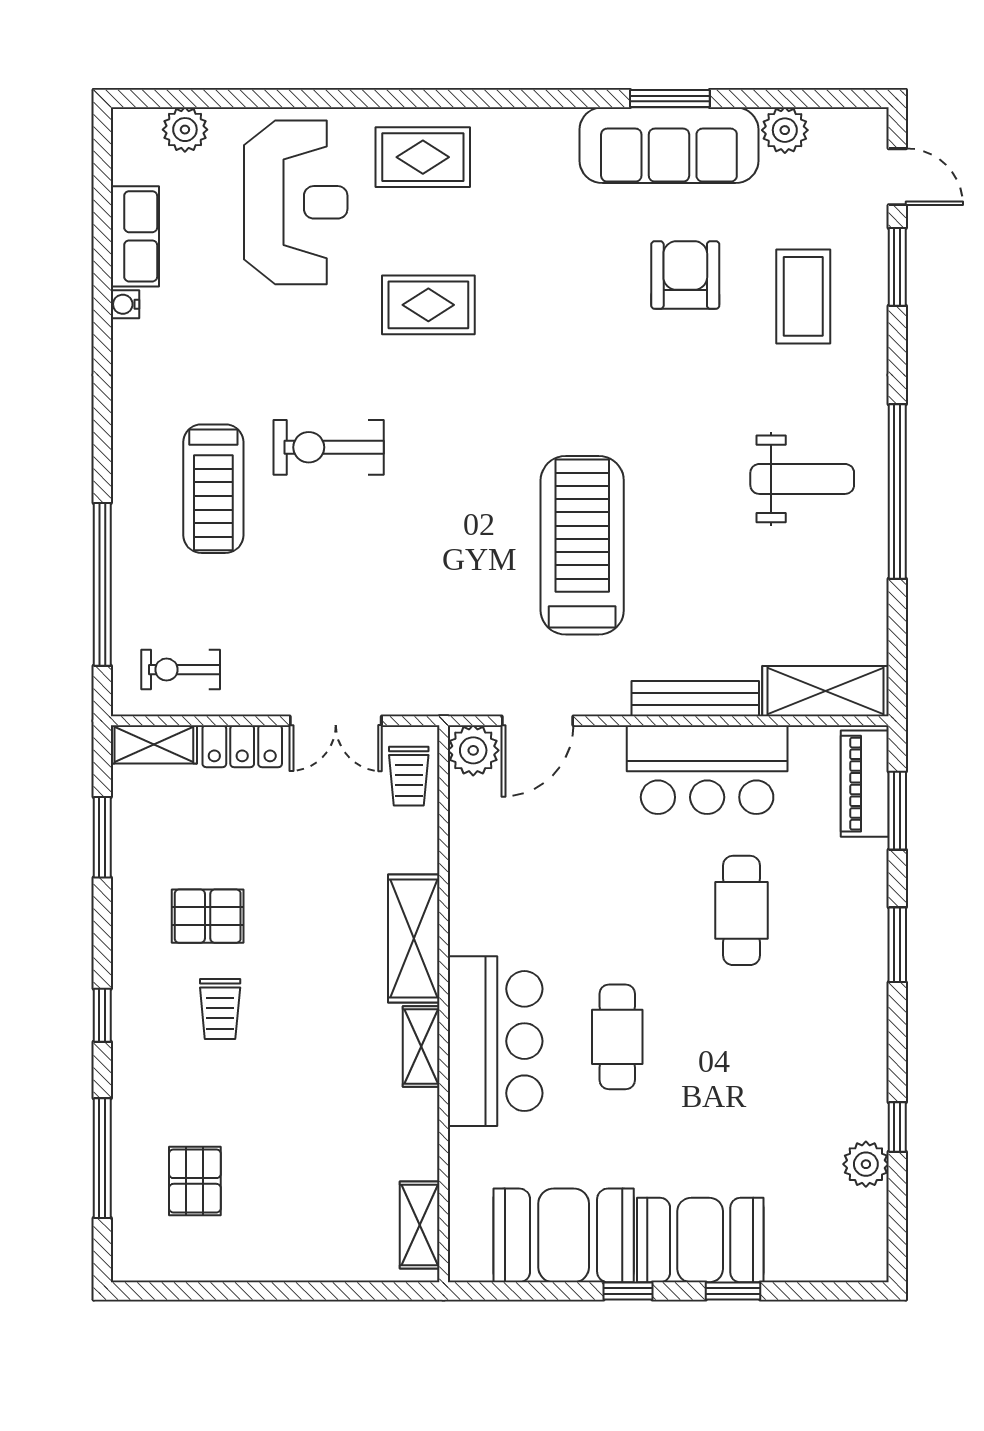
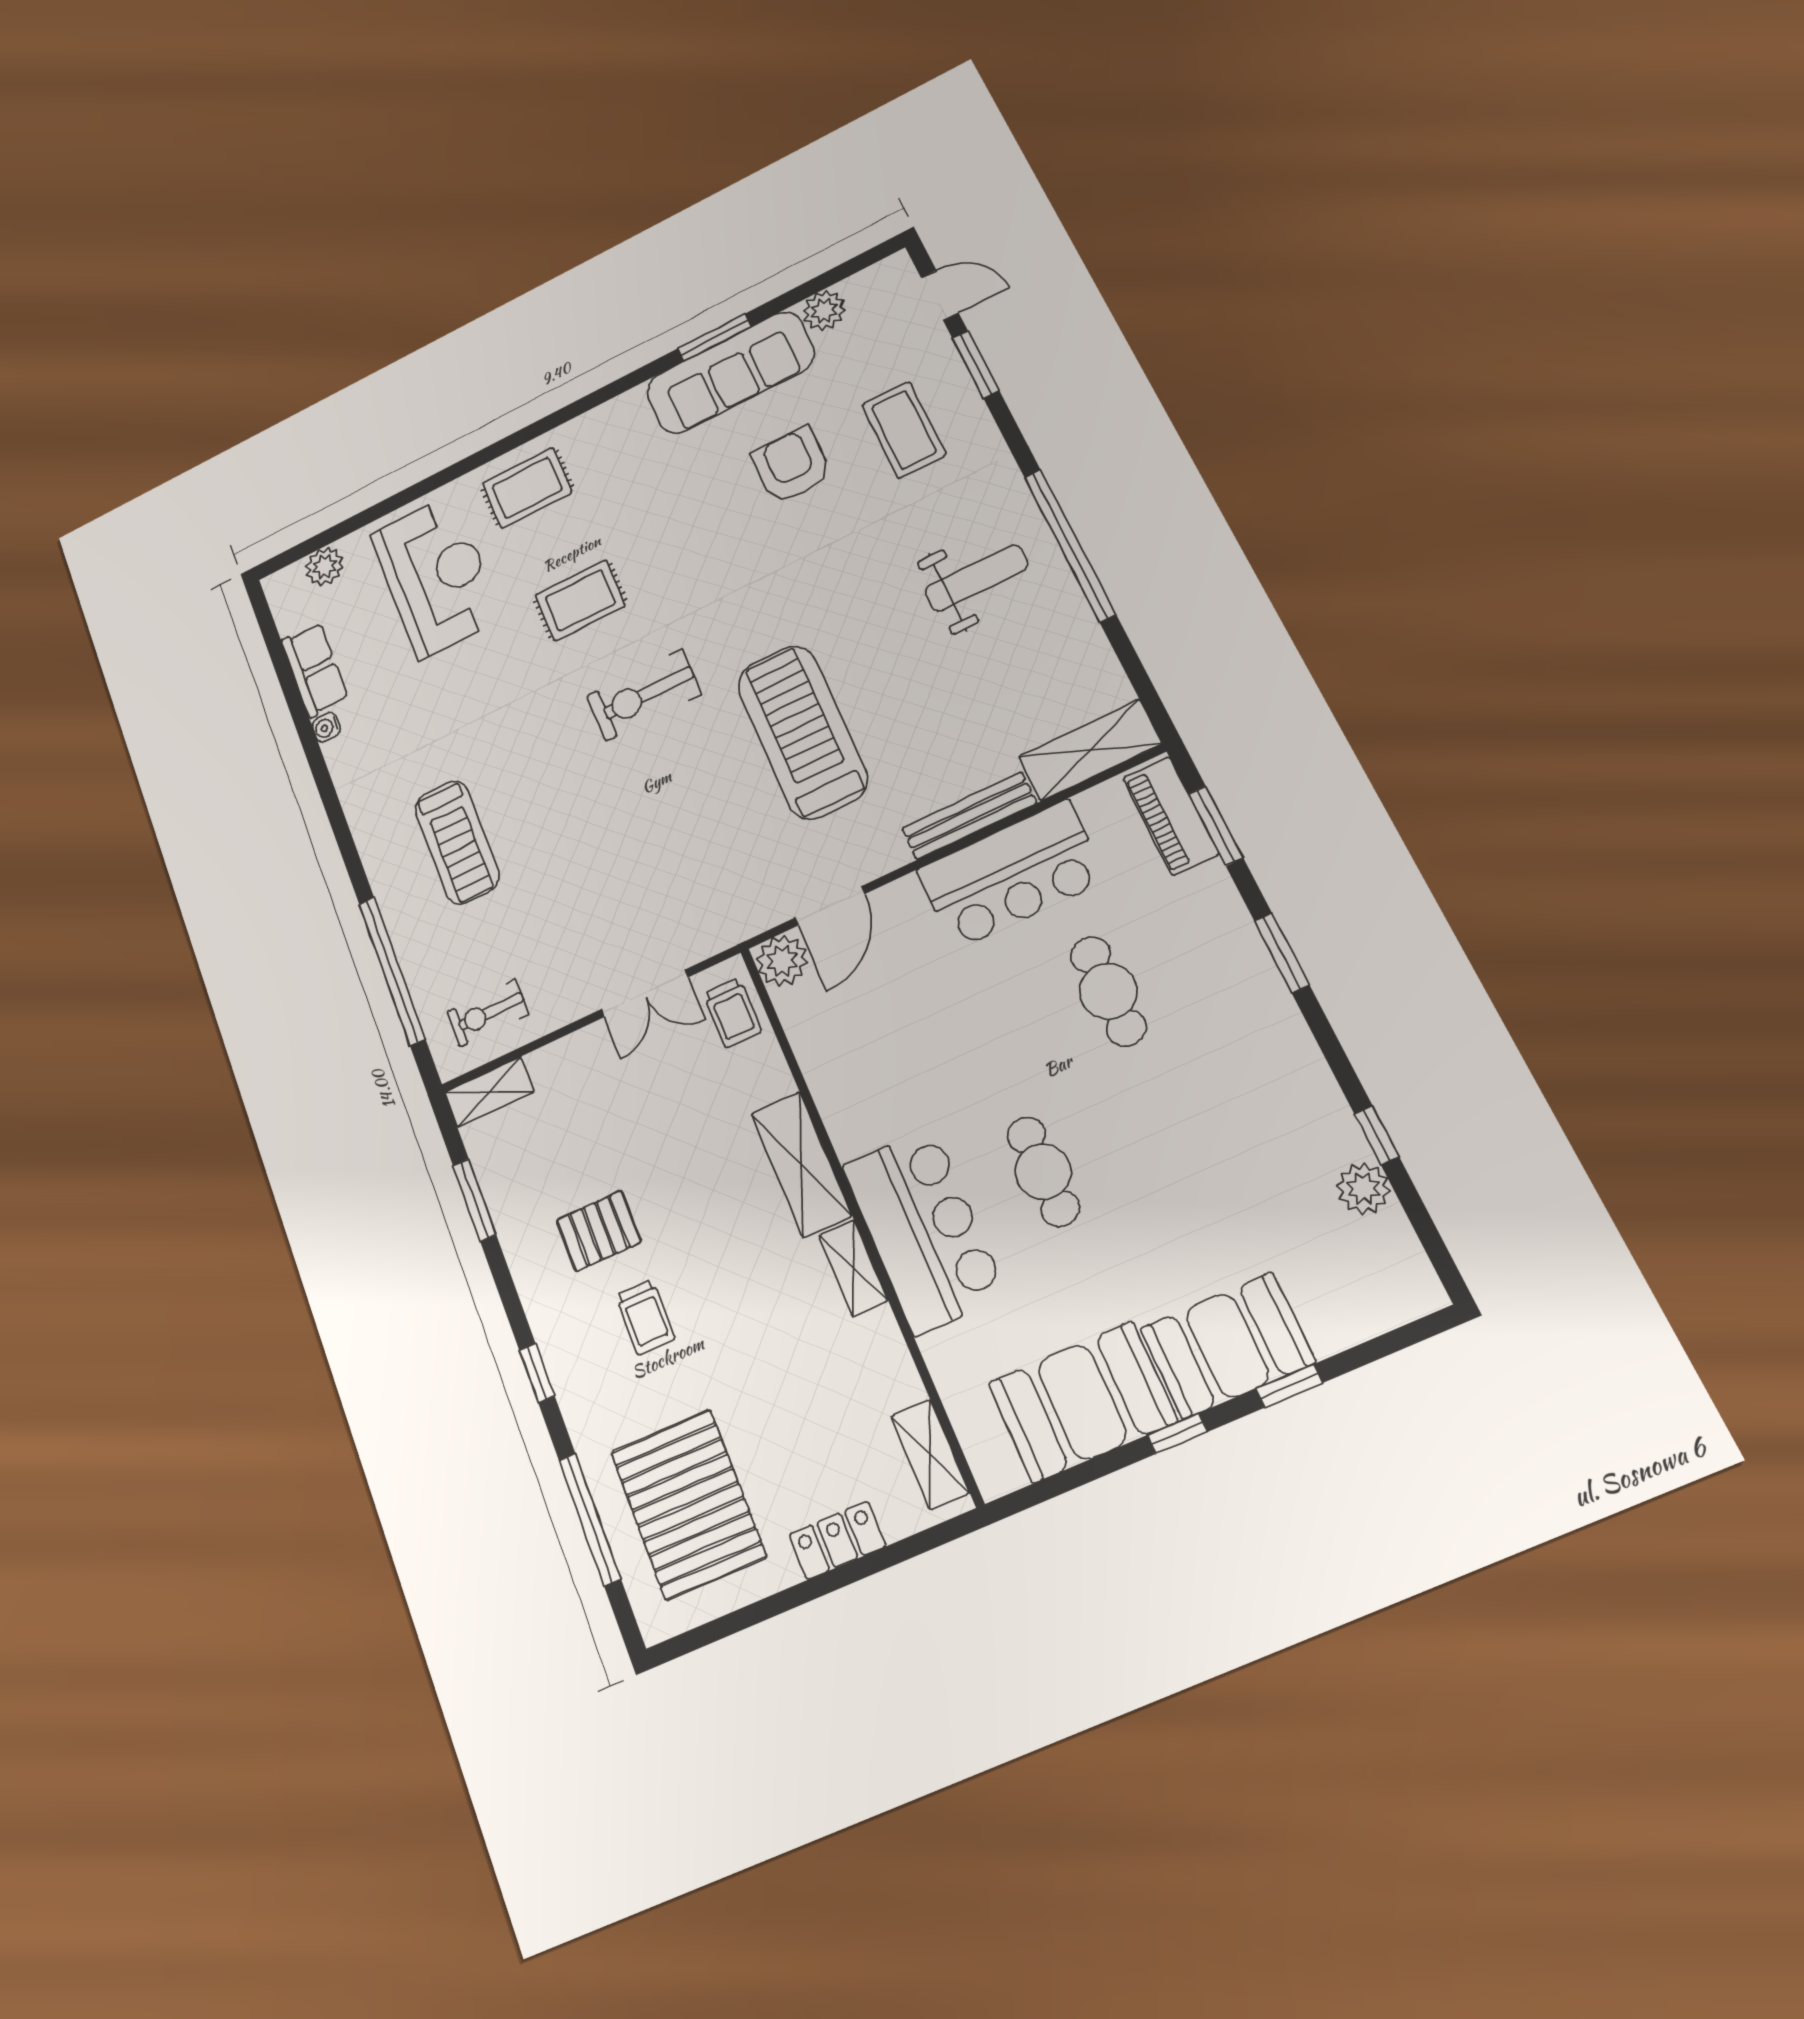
exercise bike: (329, 447) -> (644, 695), moved
locker: (242, 746) -> (837, 1540), moved, turned 180
pallet: (195, 1181) -> (688, 1504), width x2.05, depth x2.00

